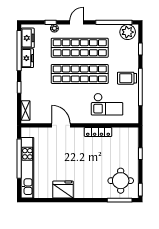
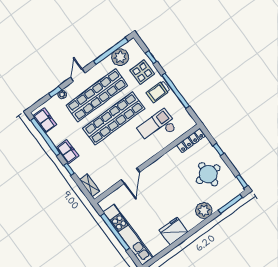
plant: (128, 32) -> (120, 57), moved
display table: (126, 55) -> (142, 72), added
freezer: (27, 58) -> (67, 152), moved
checkout: (107, 104) -> (157, 127), turned 180
door: (61, 125) -> (130, 176), swing flipped
locker: (98, 132) -> (191, 141), moved
round table: (121, 181) -> (208, 174), moved
plant: (96, 191) -> (204, 211), added

